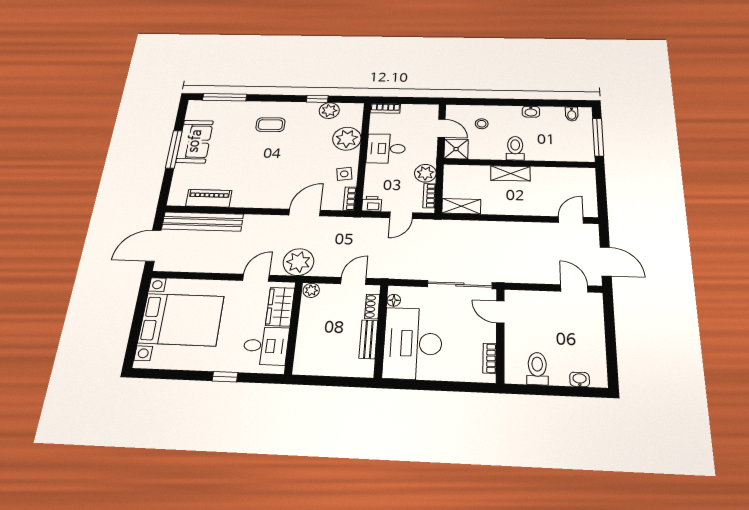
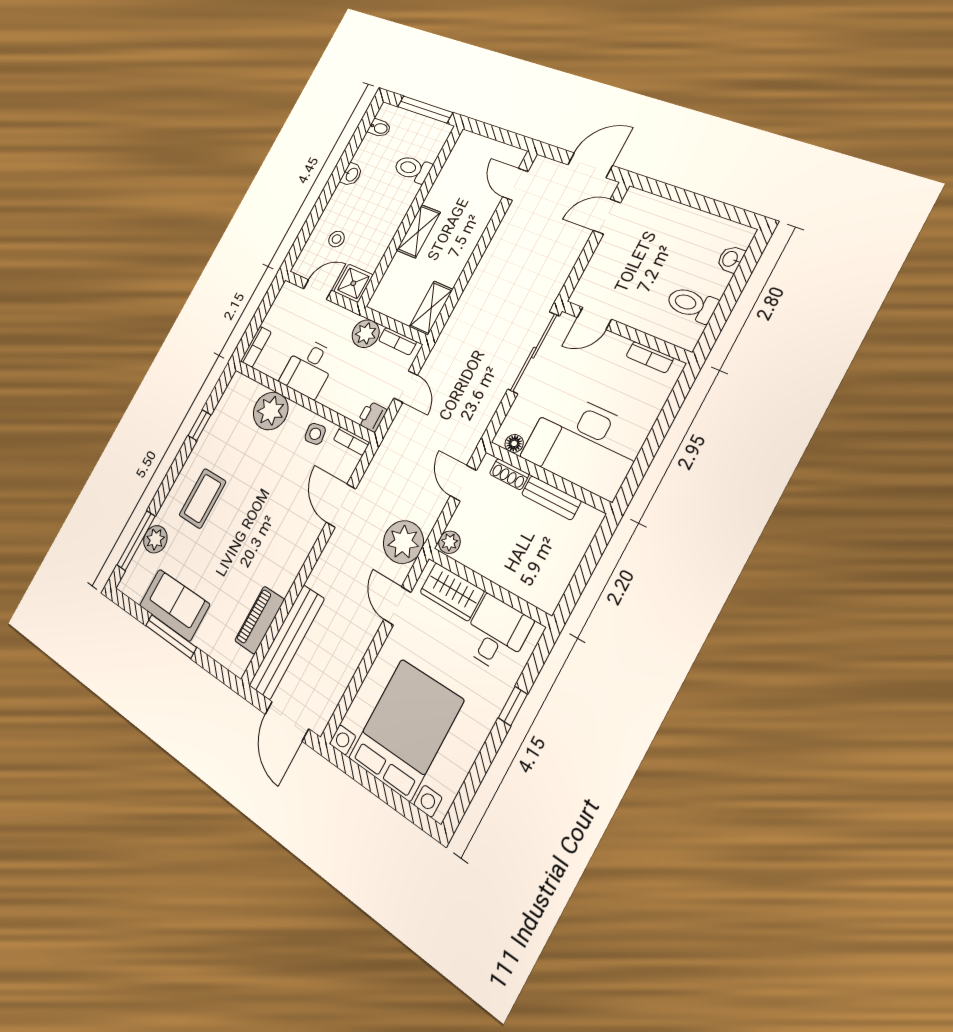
plant: (329, 111) -> (155, 539), moved
coffee table: (270, 125) -> (202, 498), width x1.36, depth x1.30
toilet: (515, 148) -> (412, 169), moved

